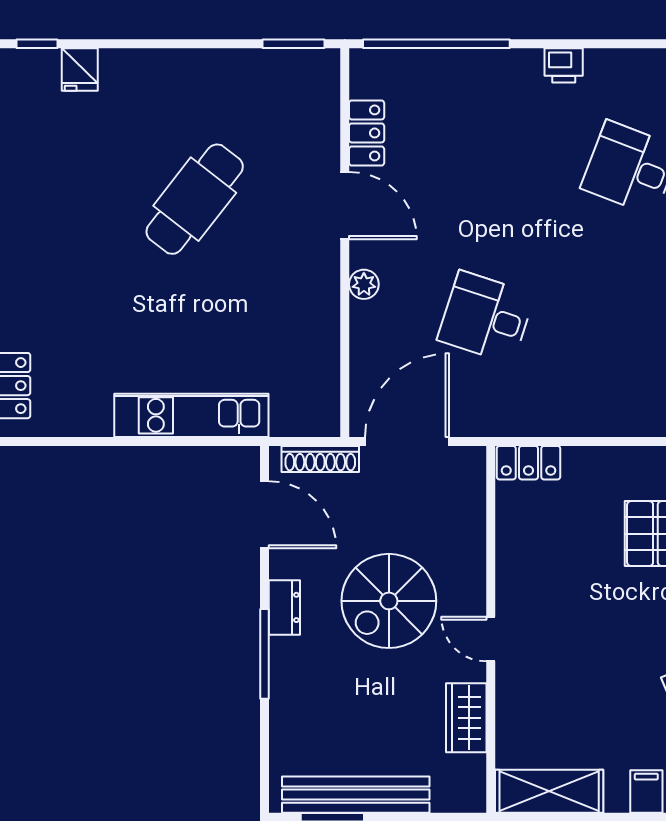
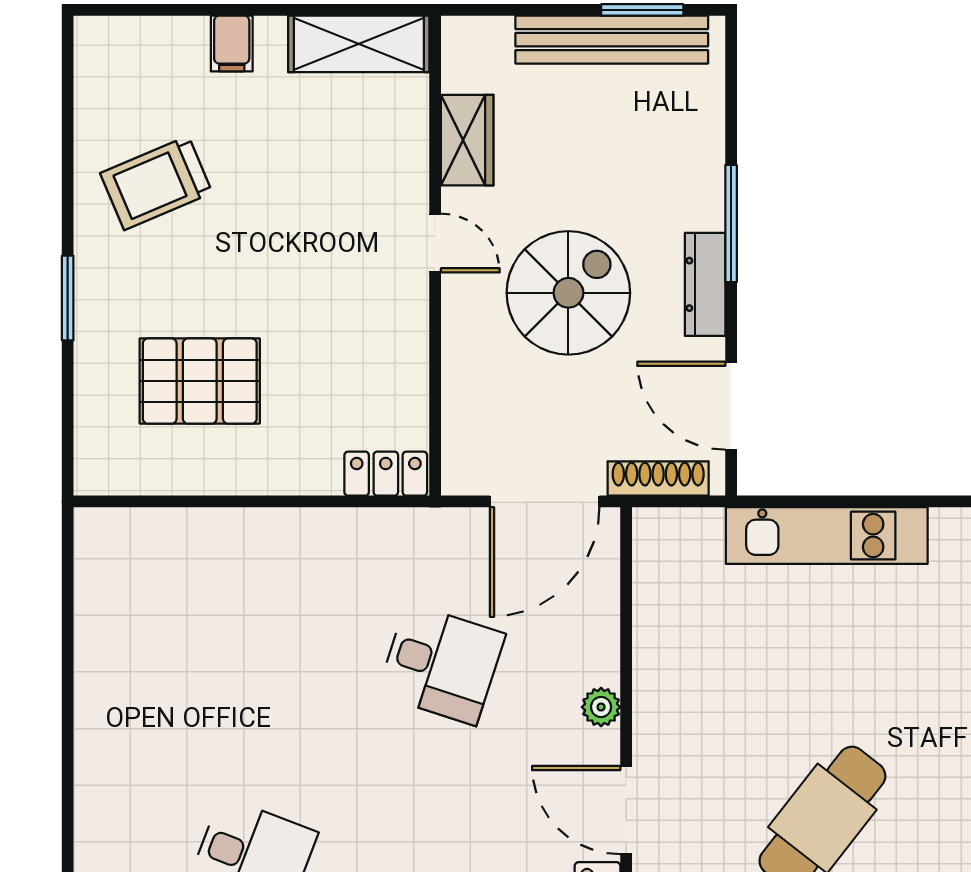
dresser: (284, 607) -> (705, 284), width x1.44

